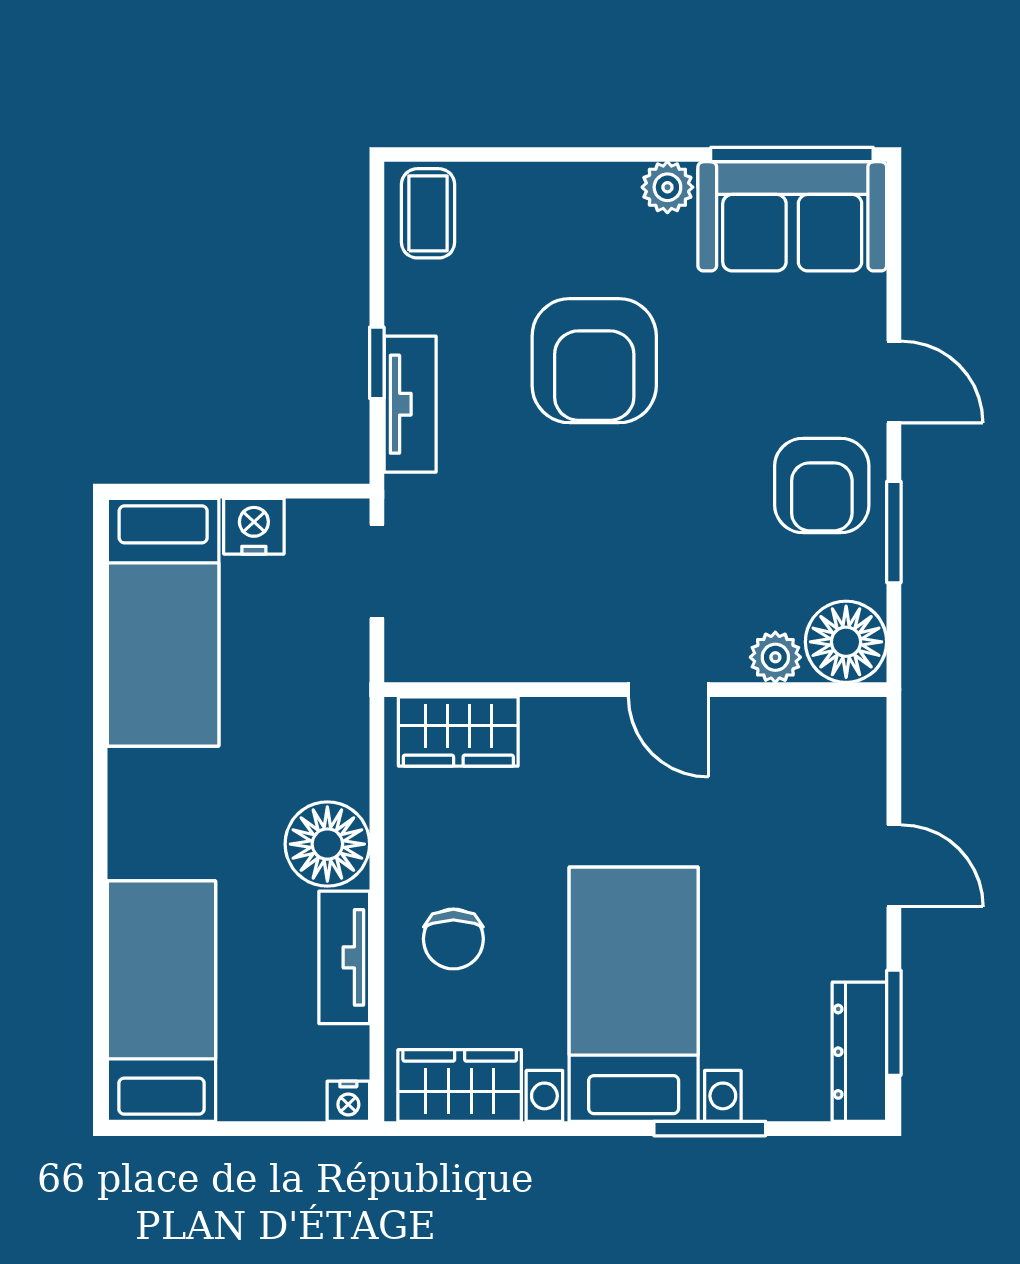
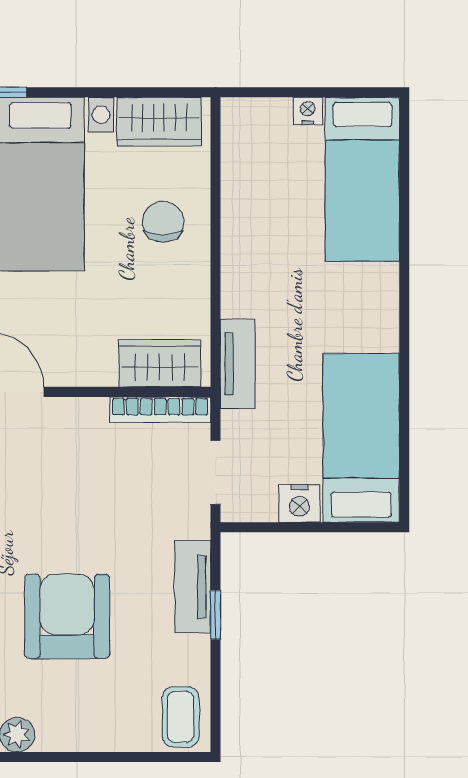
bookcase: (458, 663) -> (160, 410), added
floor lamp: (327, 844) -> (249, 286), removed
tv unit: (344, 957) -> (238, 364), moved
nightstand: (348, 1101) -> (308, 111), moved

